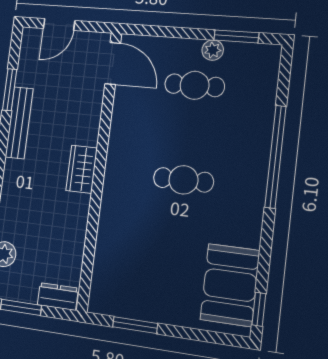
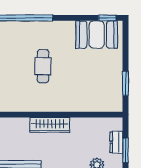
wardrobe: (82, 169) -> (50, 125), width x1.50
dresser: (58, 296) -> (116, 142), moved

